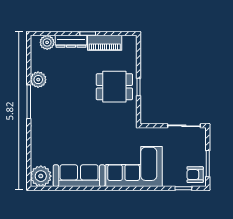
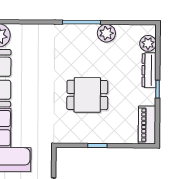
piano: (105, 43) -> (147, 125), moved
dining table: (114, 87) -> (87, 95), moved, turned 90

